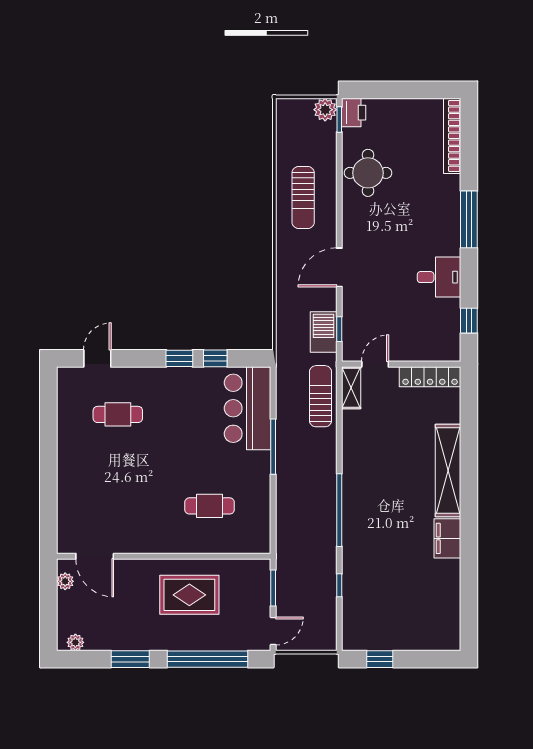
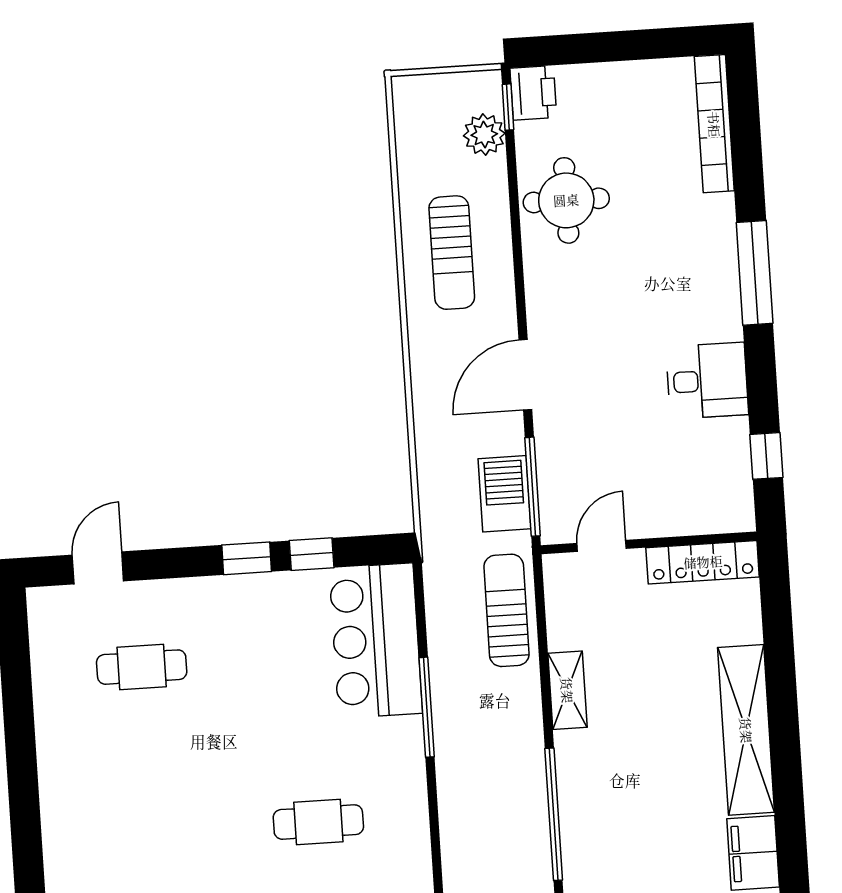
plant: (325, 110) -> (484, 134), moved
window: (339, 329) -> (533, 487), width x2.17
shelving: (351, 388) -> (567, 690), moved

